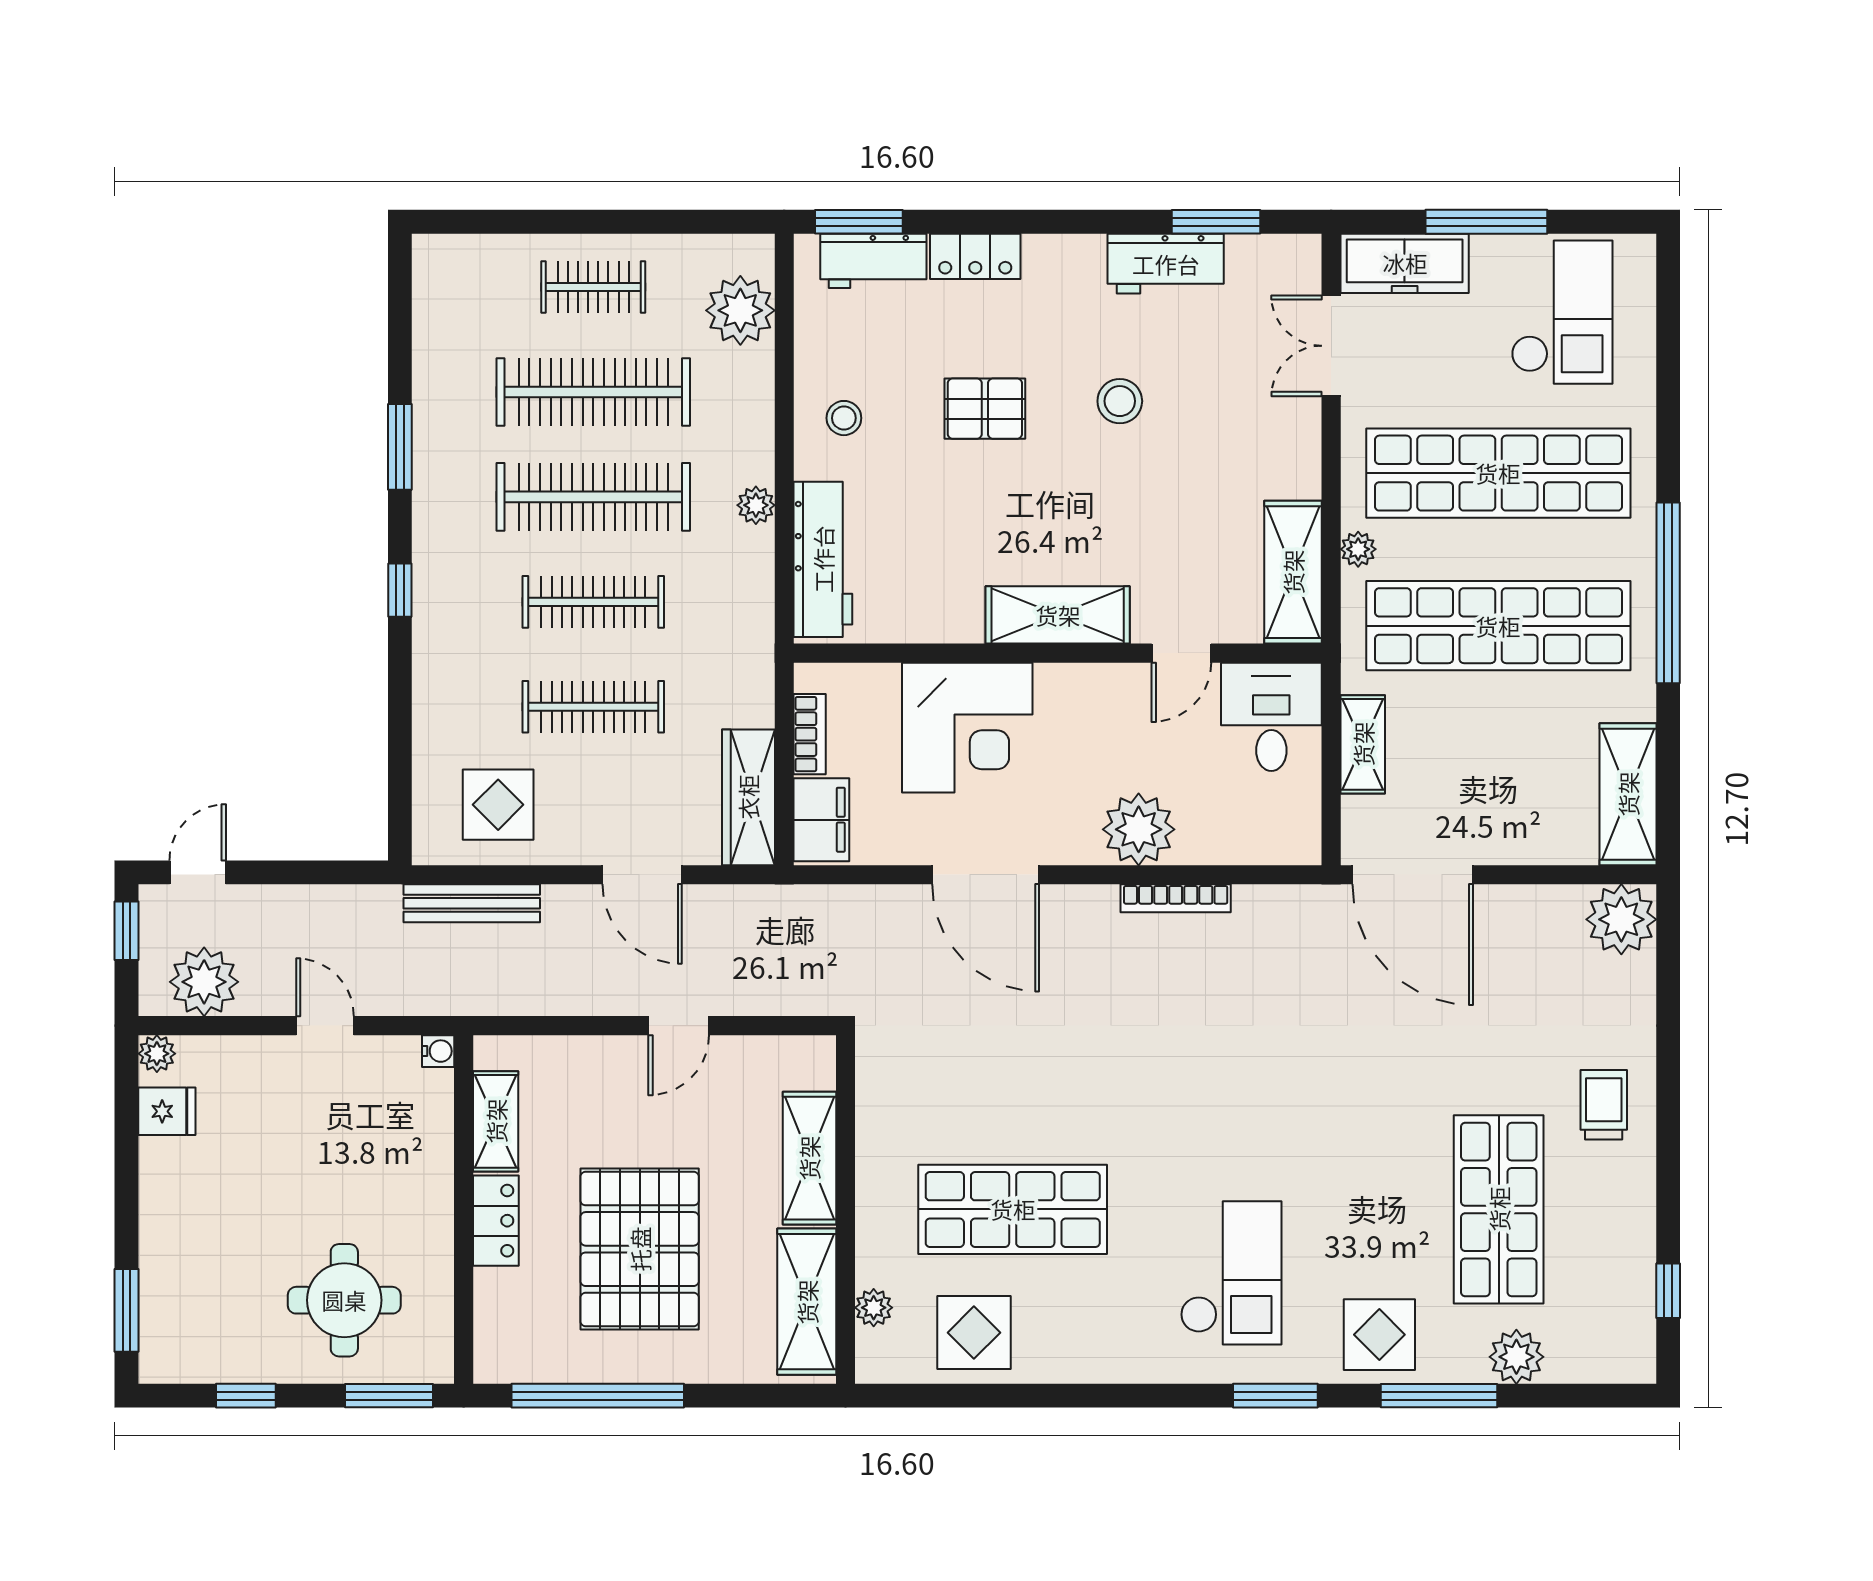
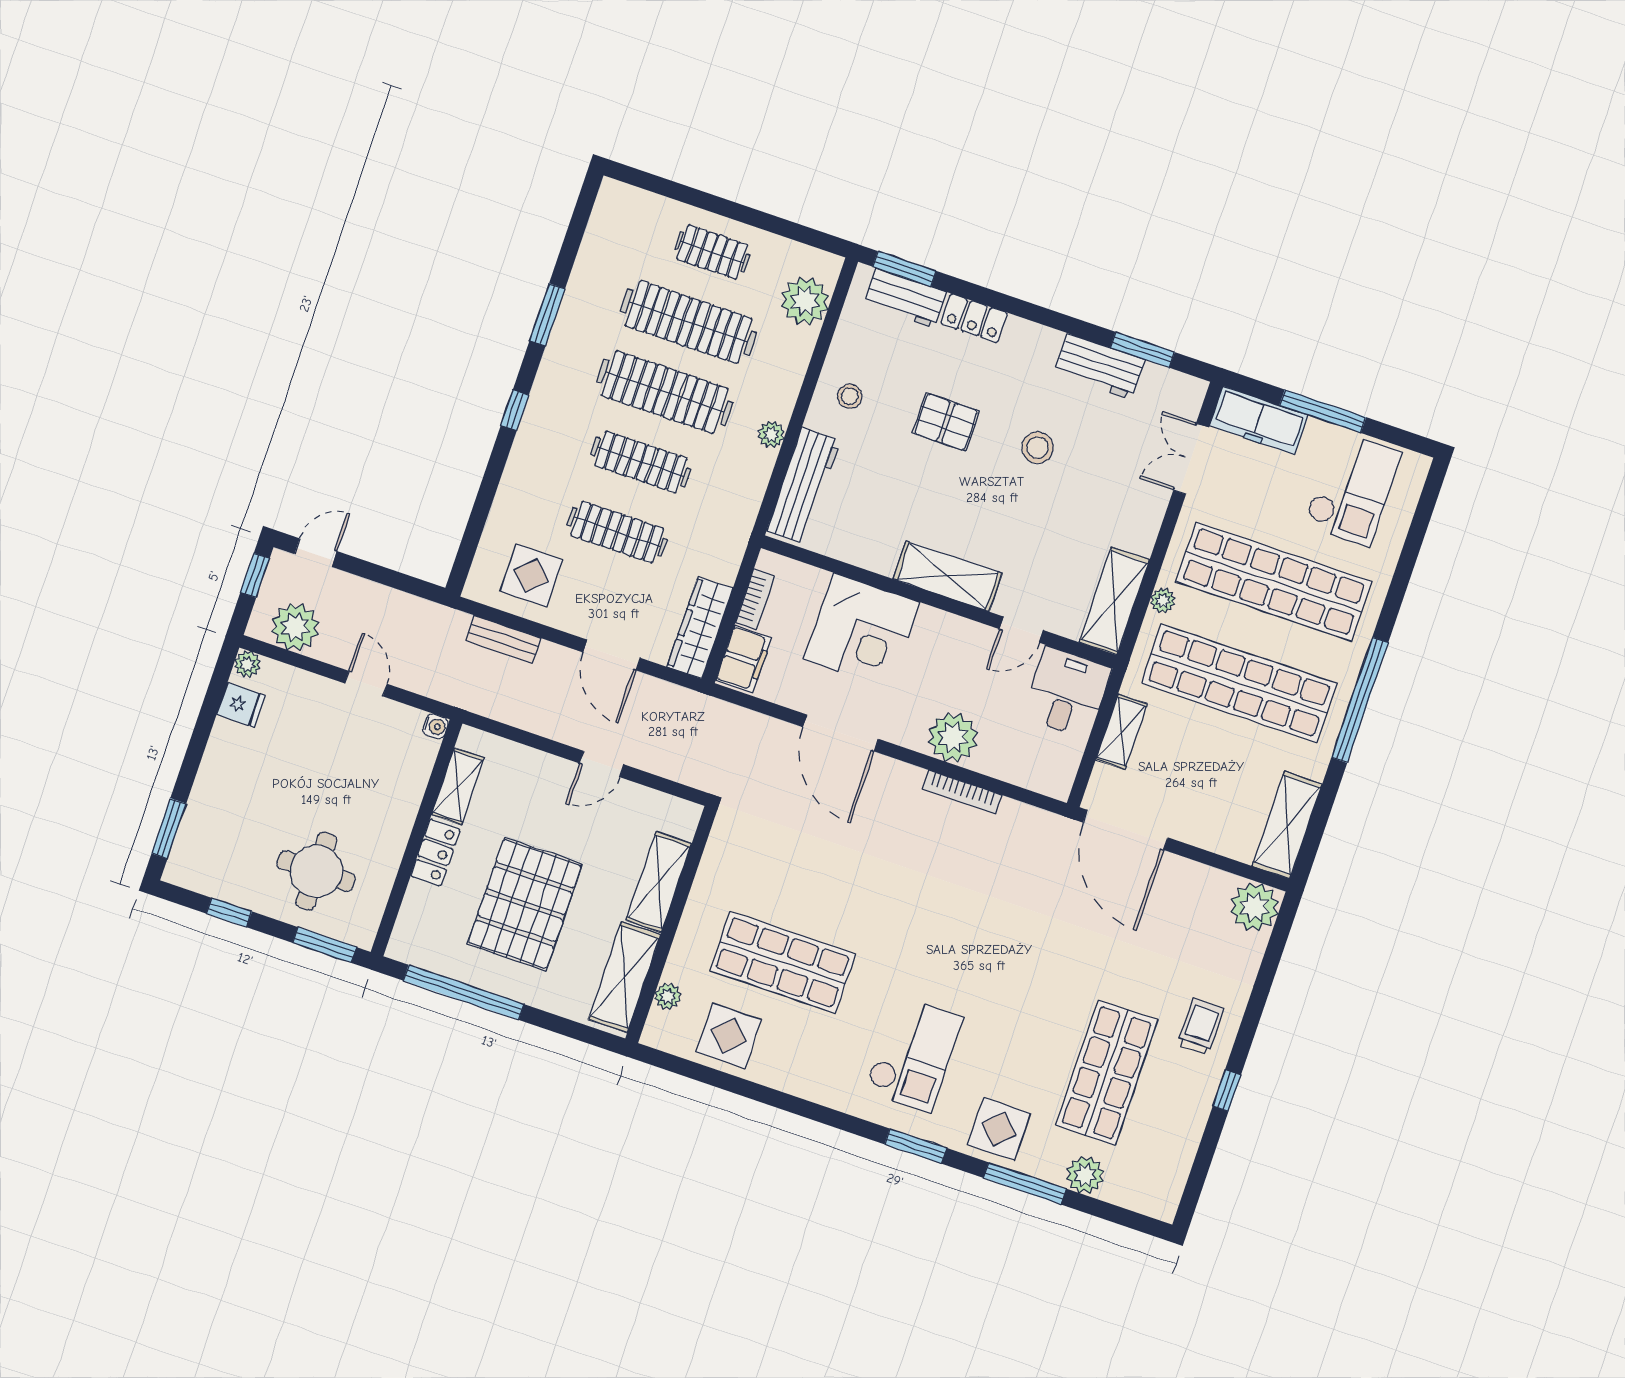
bench: (472, 903) -> (504, 639), width x0.73
window: (1668, 1291) -> (1227, 1090), moved

